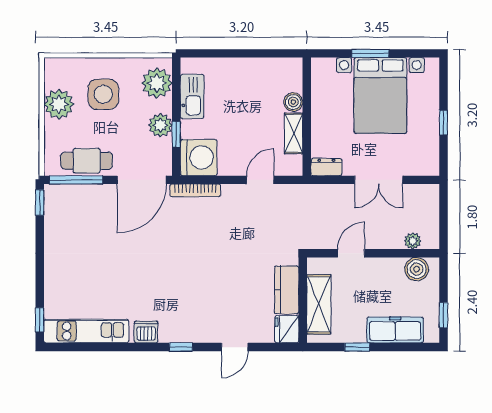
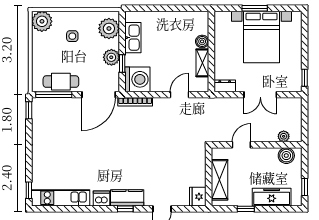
side table: (103, 94) -> (72, 36), width x0.54, depth x0.54
plant: (59, 104) -> (42, 21), moved
window: (443, 122) -> (305, 78), moved
kitchen counter: (287, 290) -> (127, 198), moved, turned 90

